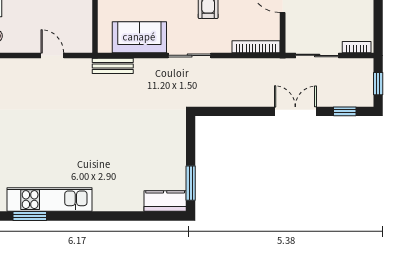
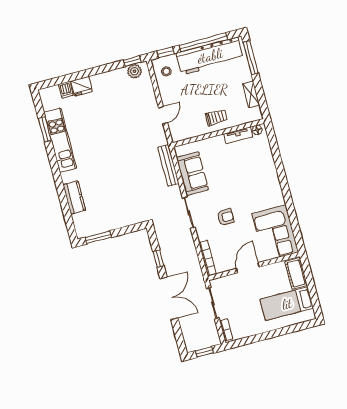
bench: (113, 66) -> (168, 165), width x1.36
double door: (295, 111) -> (169, 298), width x1.37
window: (345, 111) -> (158, 259), moved
kitchen counter: (165, 201) -> (74, 197), moved

